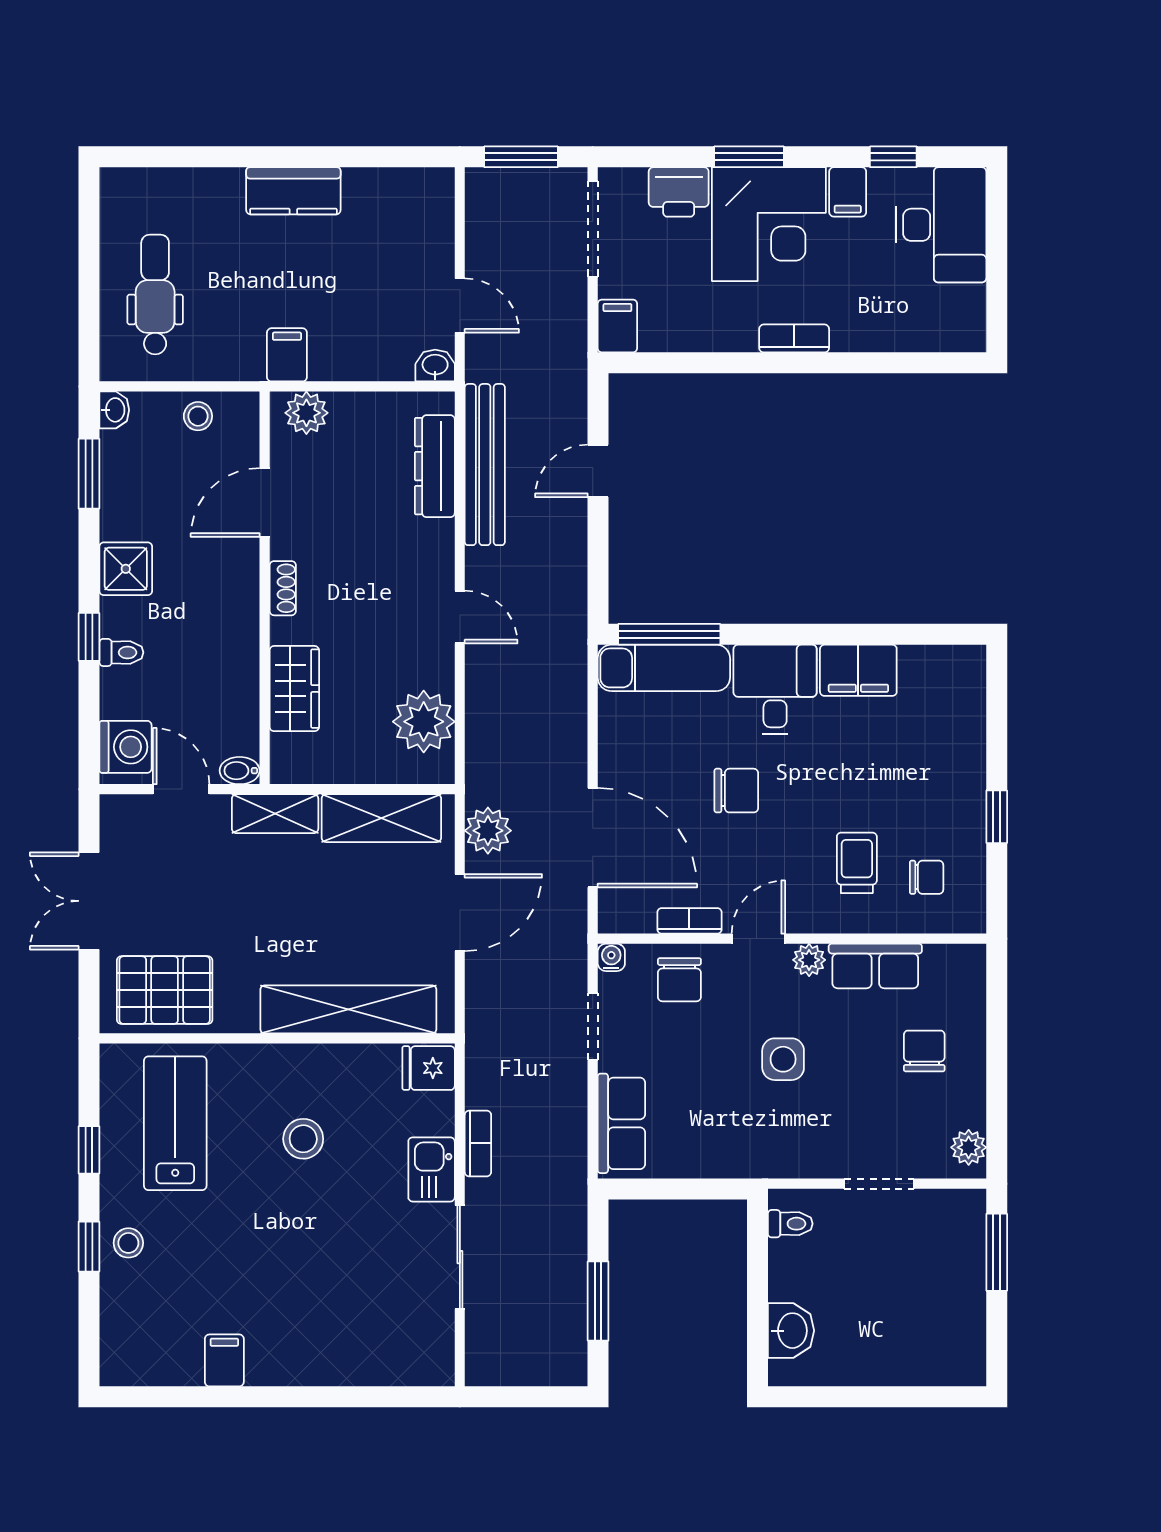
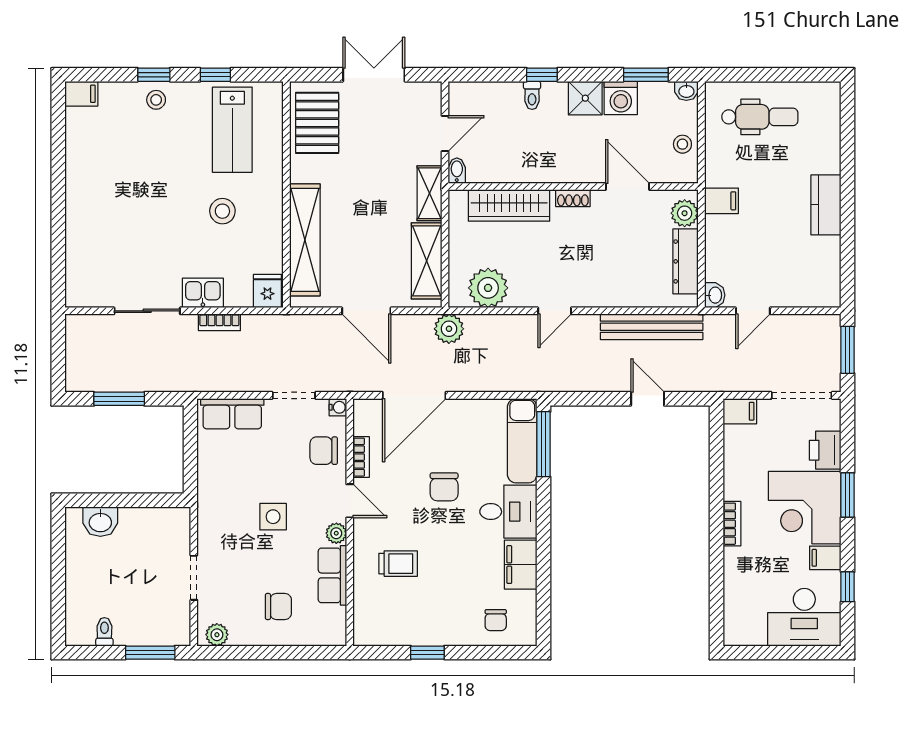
dresser: (435, 466) -> (685, 261), moved, turned -90
wardrobe: (294, 689) -> (509, 205), width x1.50
washing machine: (125, 747) -> (621, 98), moved
plant: (488, 831) -> (449, 329), moved
chair: (927, 877) -> (496, 620), moved
lab bench: (175, 1123) -> (232, 130), turned 90
toilet: (790, 1224) -> (104, 632), moved, turned 180
filing cabinet: (224, 1360) -> (81, 94), moved

